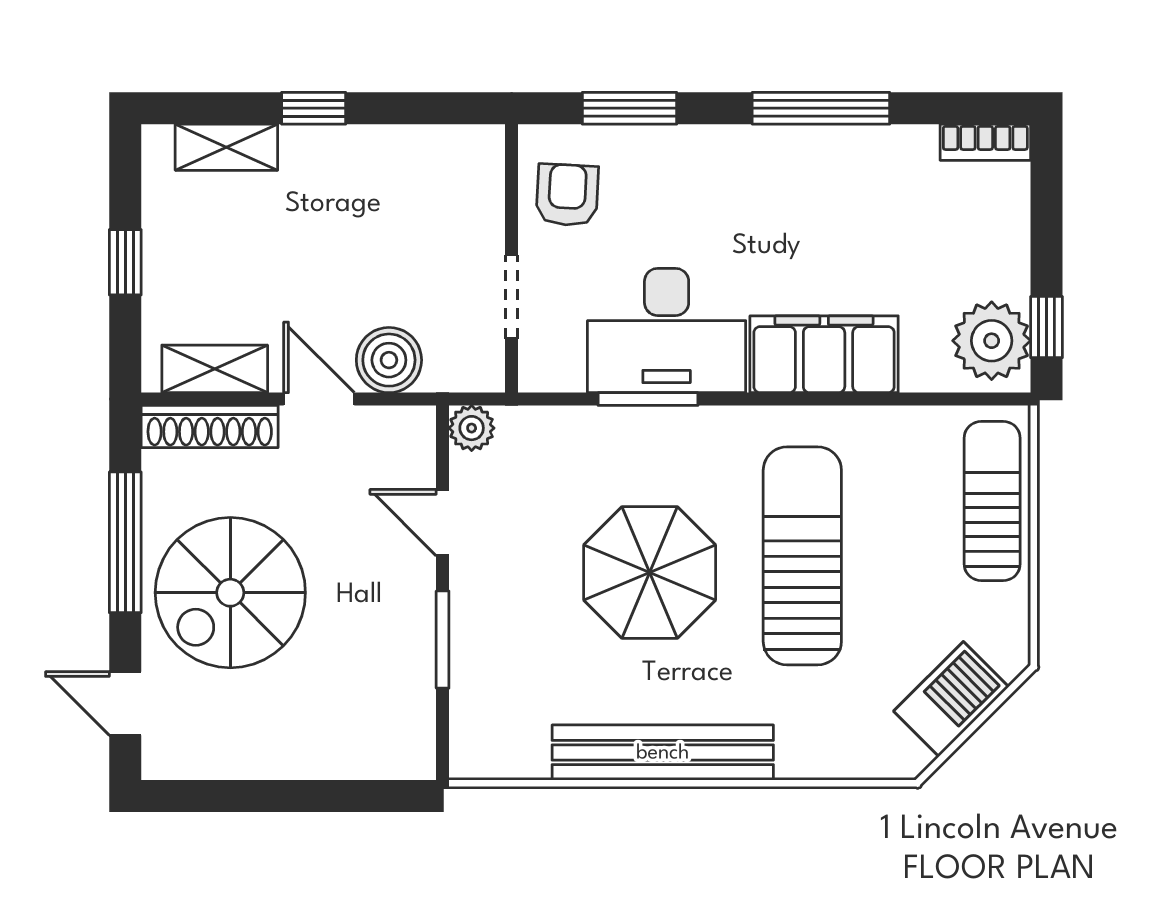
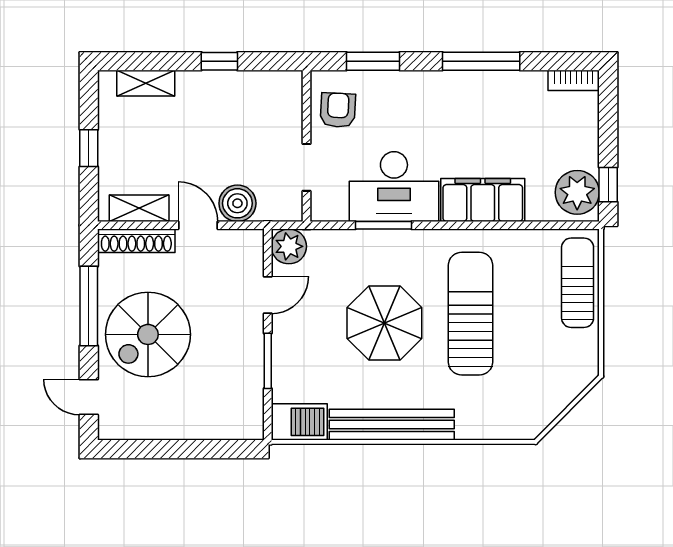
window: (314, 108) -> (219, 61), moved
plant: (472, 428) -> (289, 246), width x1.38, depth x1.38
door: (443, 523) -> (268, 295), swing flipped
barbecue: (951, 699) -> (299, 422), moved, turned 45

